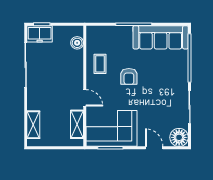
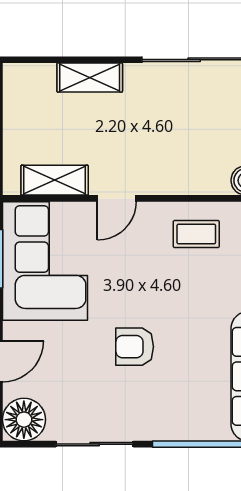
armchair: (129, 76) -> (135, 347), moved
shelving: (33, 125) -> (90, 78), moved

